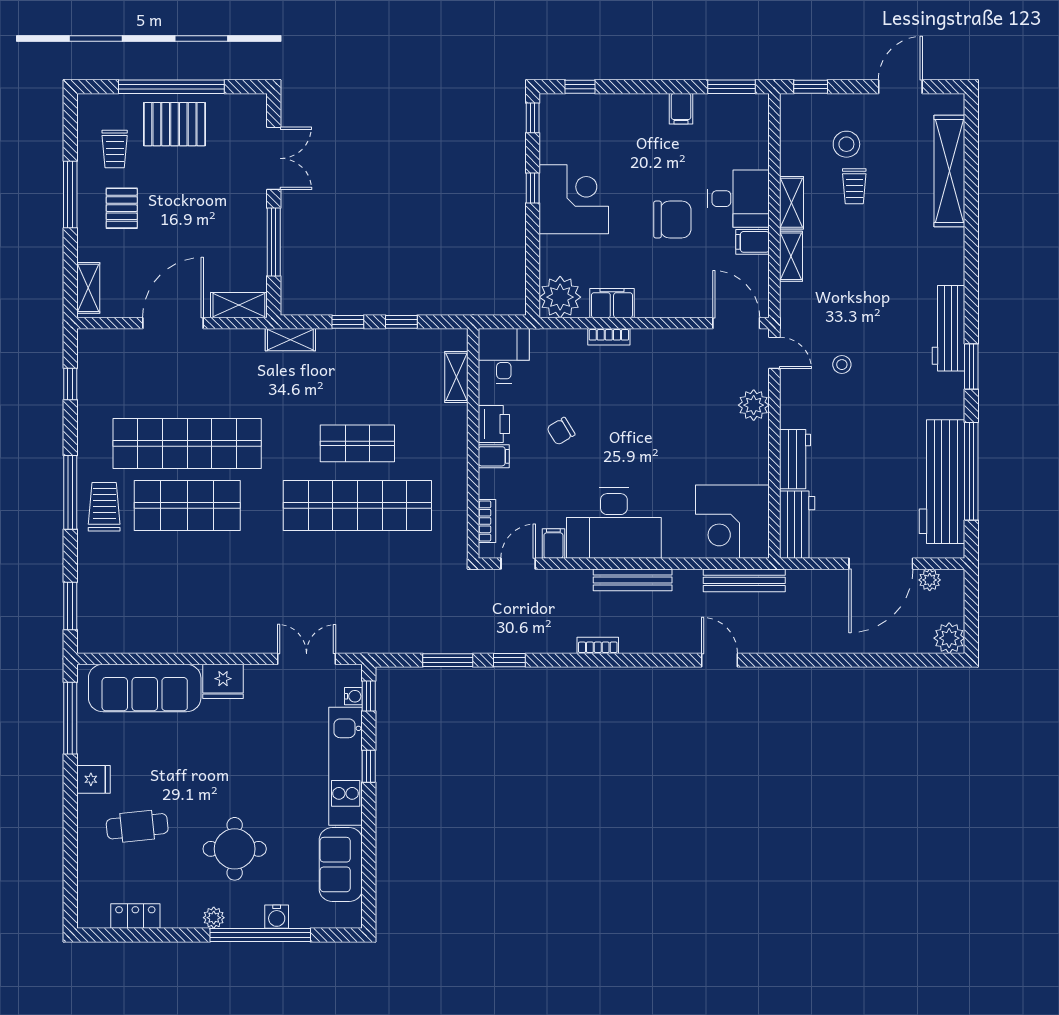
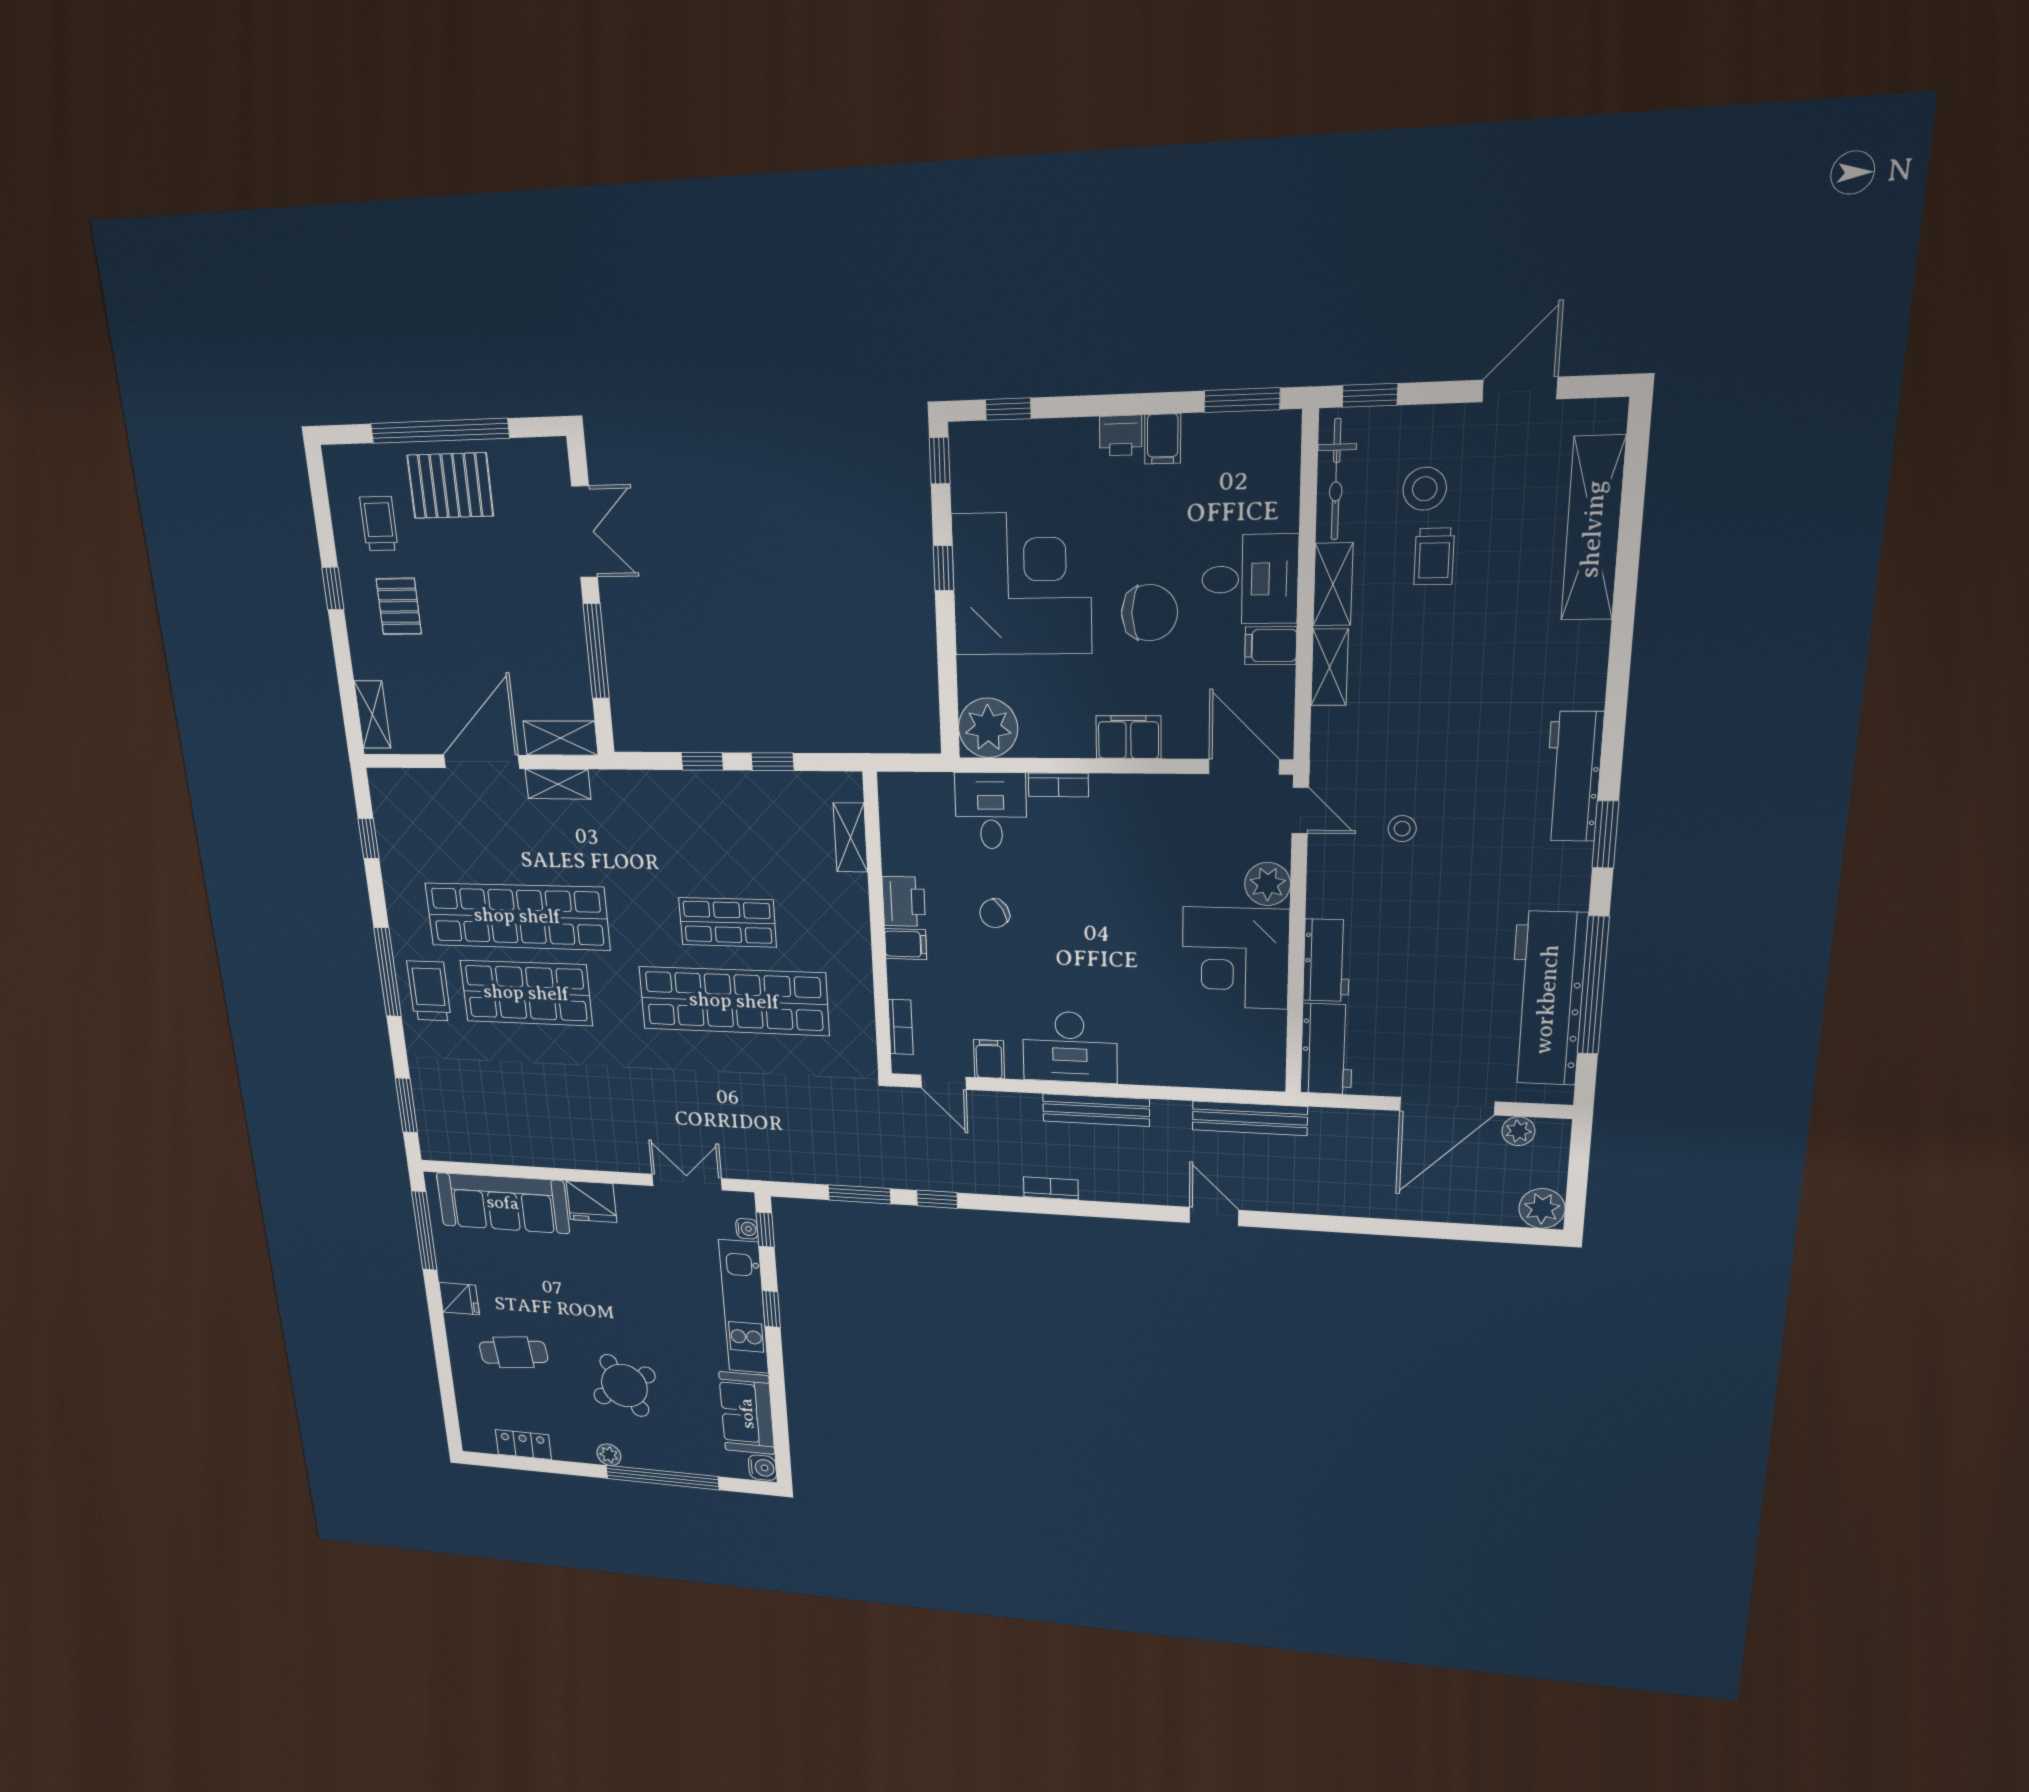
printer: (654, 106) -> (1121, 436), added
bicycle: (791, 137) -> (1336, 479), added
trolley: (115, 149) -> (379, 524), turned 180
window: (70, 195) -> (333, 588), width x0.46
corner desk: (574, 199) -> (1022, 584), width x1.36, depth x1.36
filing cabinet: (612, 303) -> (1128, 737), moved
shelving: (290, 340) -> (558, 784), moved
desk: (504, 356) -> (991, 811), moved
corner desk: (732, 522) -> (1235, 958), moved
desk: (614, 523) -> (1070, 1047), width x0.73, depth x0.77
door: (518, 564) -> (944, 1082), swing flipped
round table: (235, 849) -> (624, 1386), turned -30
water cooler: (277, 917) -> (762, 1468), moved, turned -90

